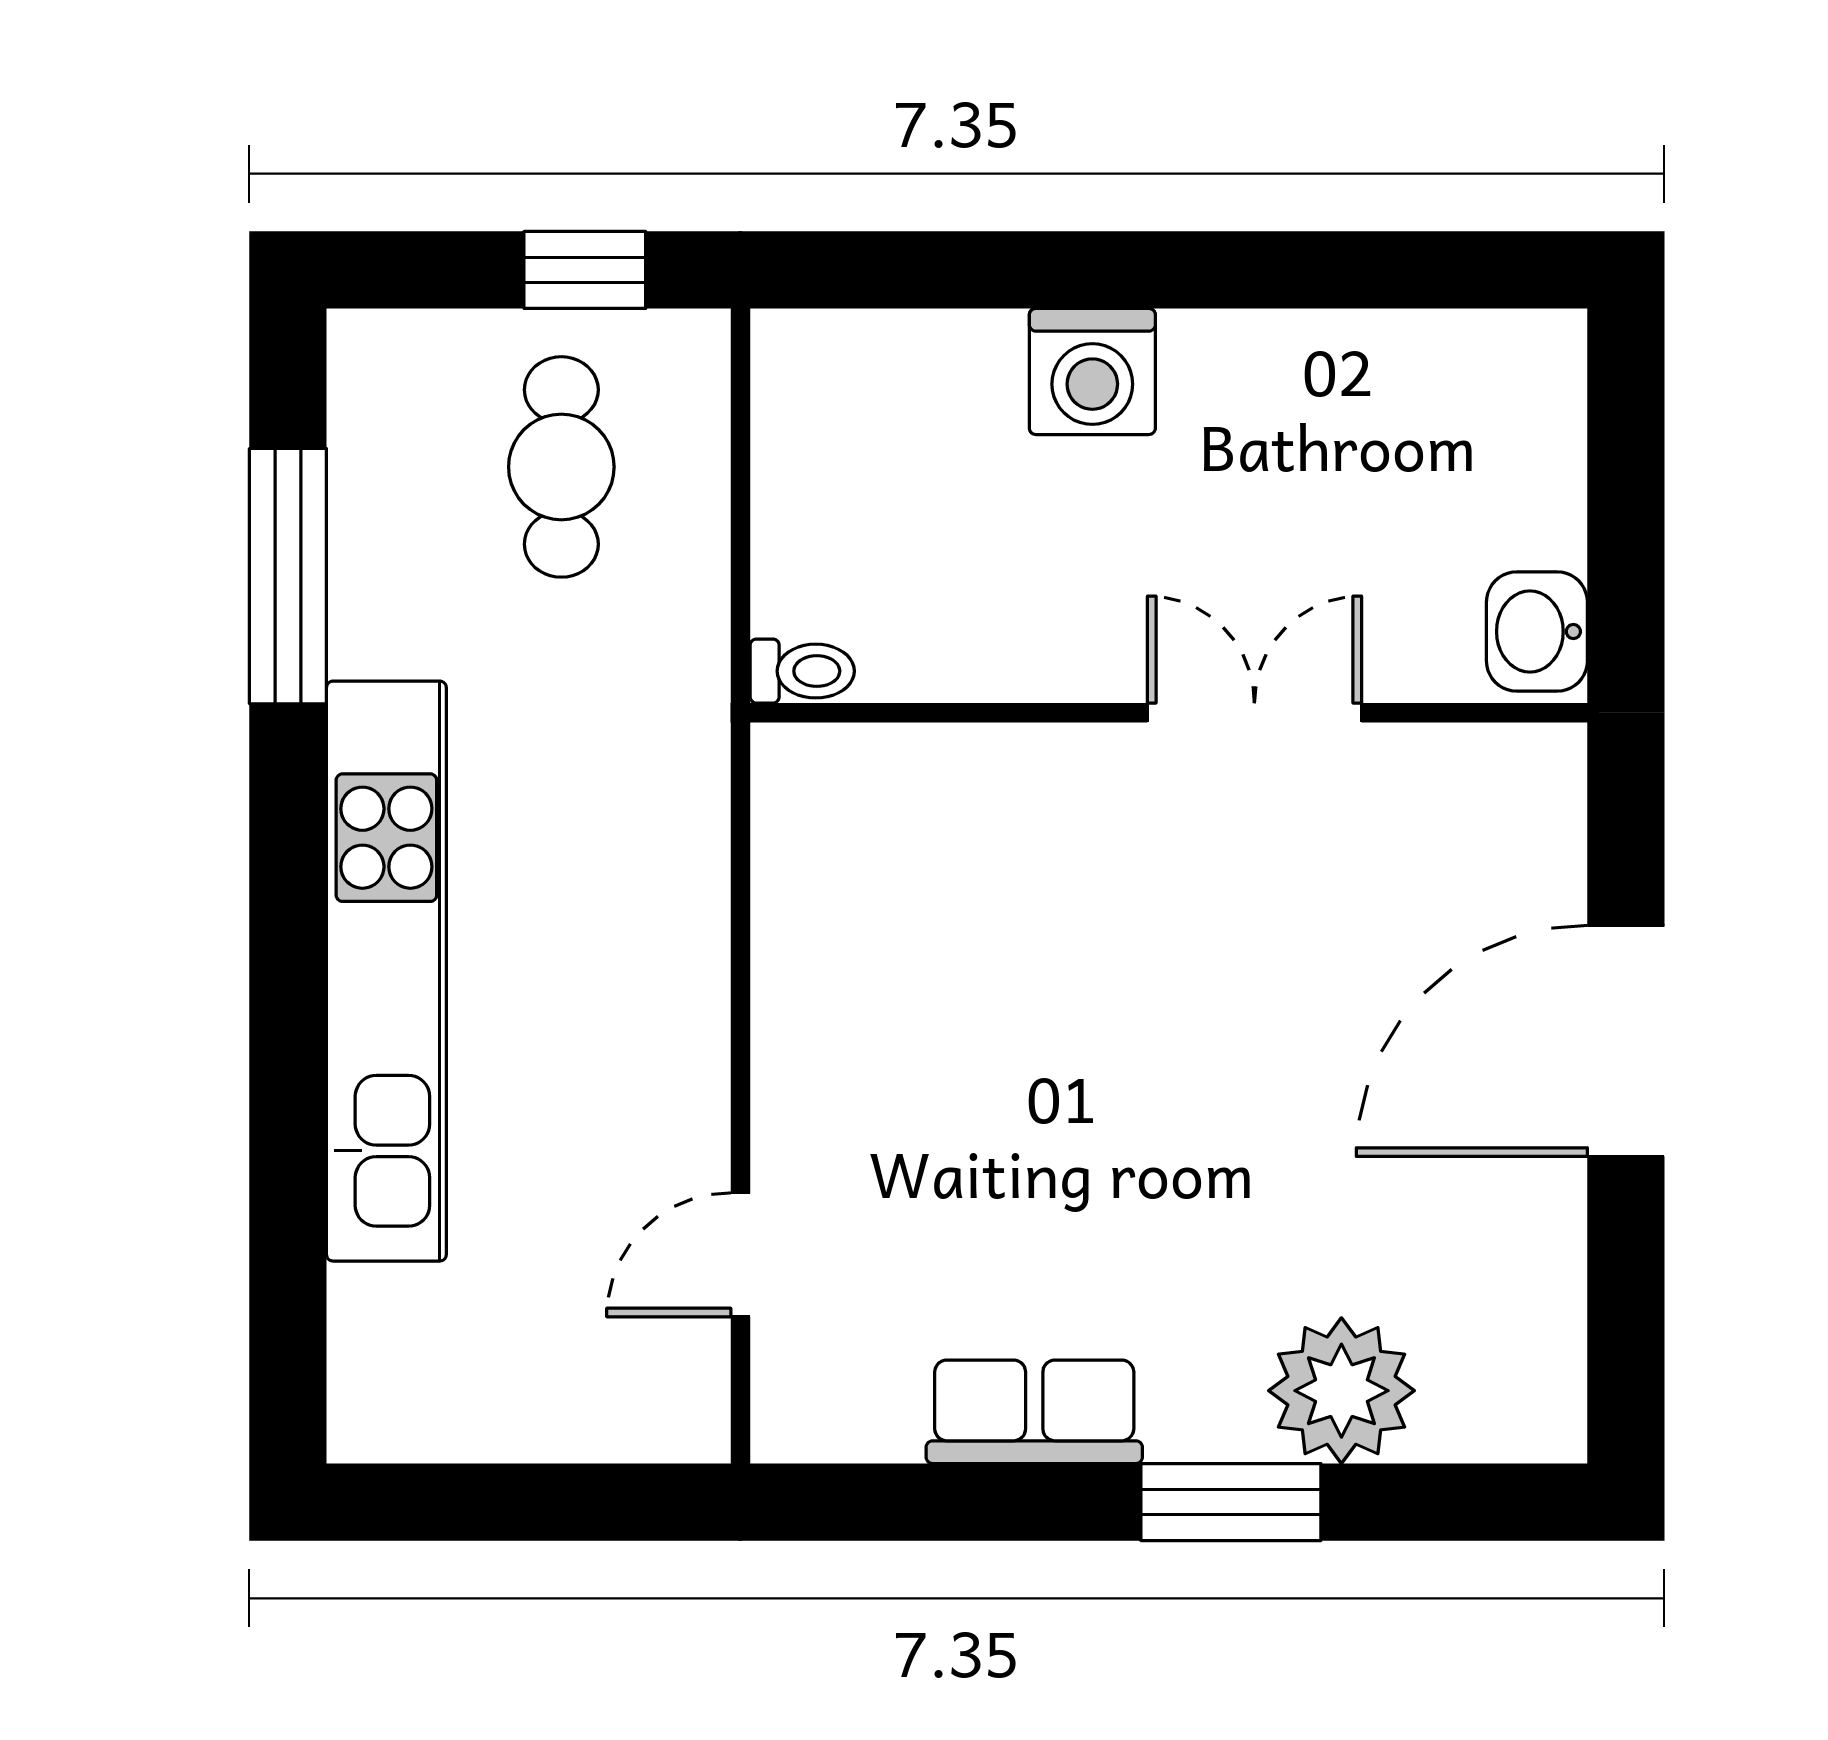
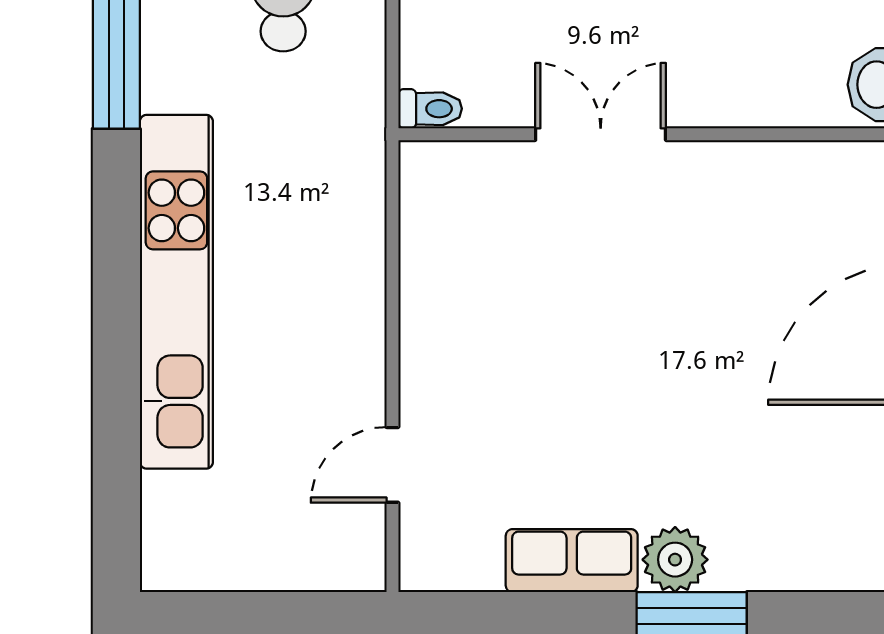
double door: (1254, 713) -> (601, 134), moved
plant: (1341, 1391) -> (675, 560), moved, width x0.73, depth x0.73

